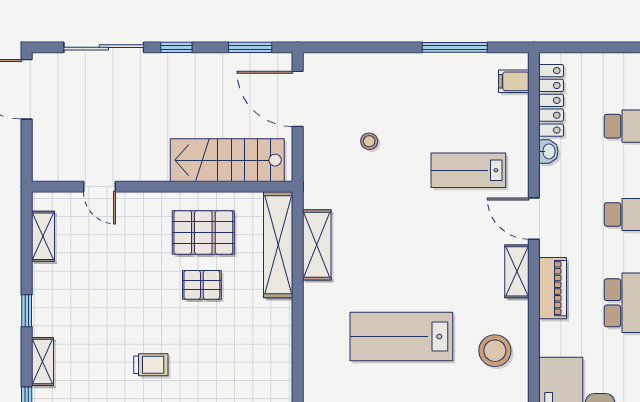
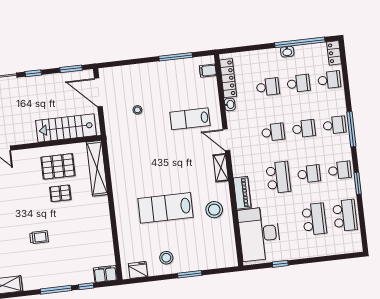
shelving: (317, 245) -> (117, 166), removed
piano: (553, 288) -> (242, 193), moved

